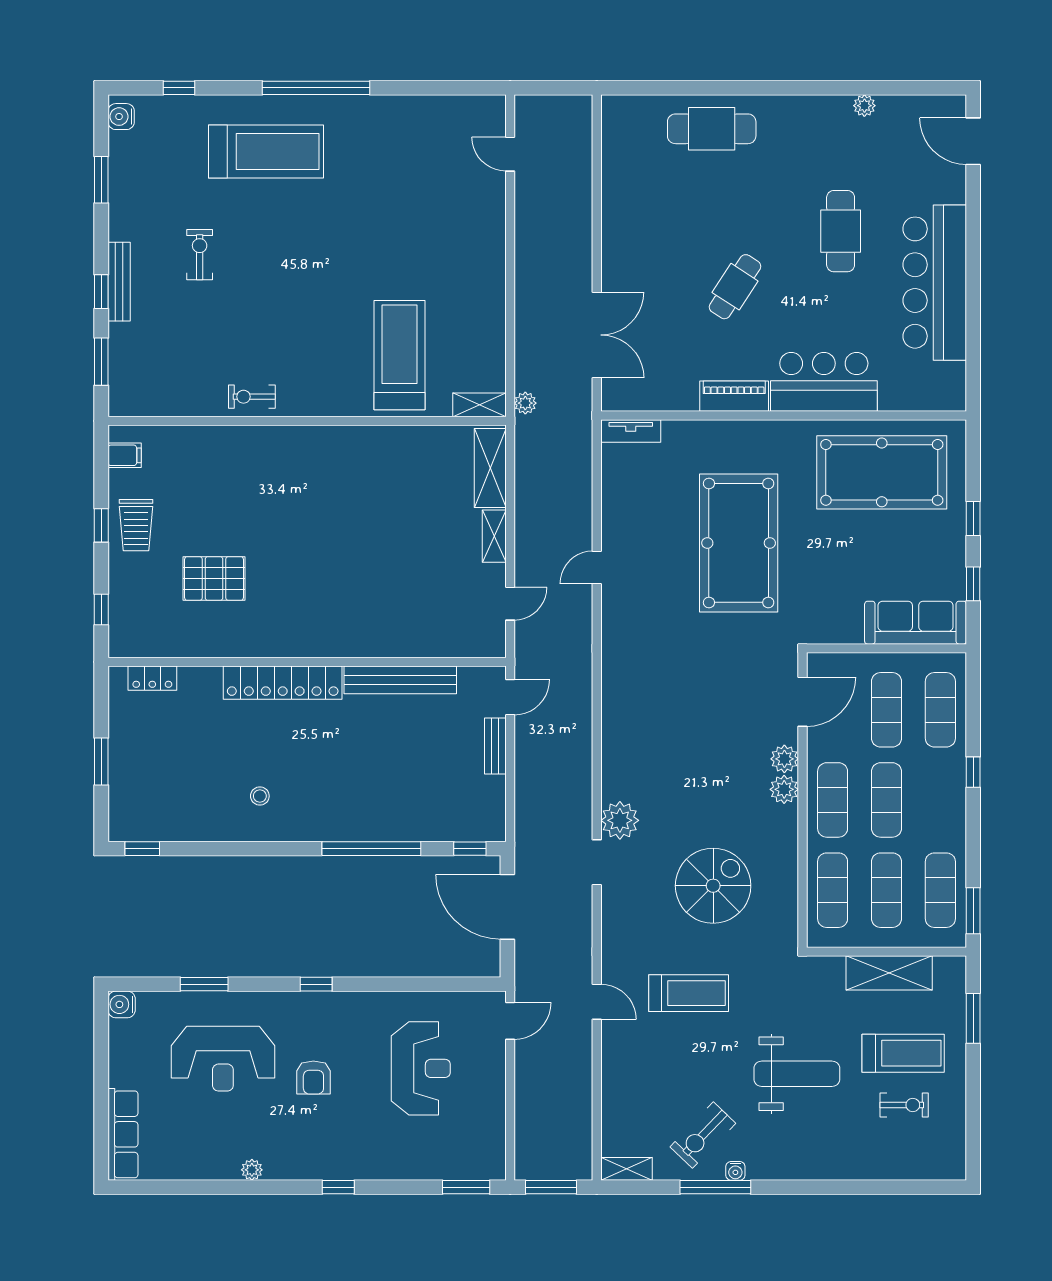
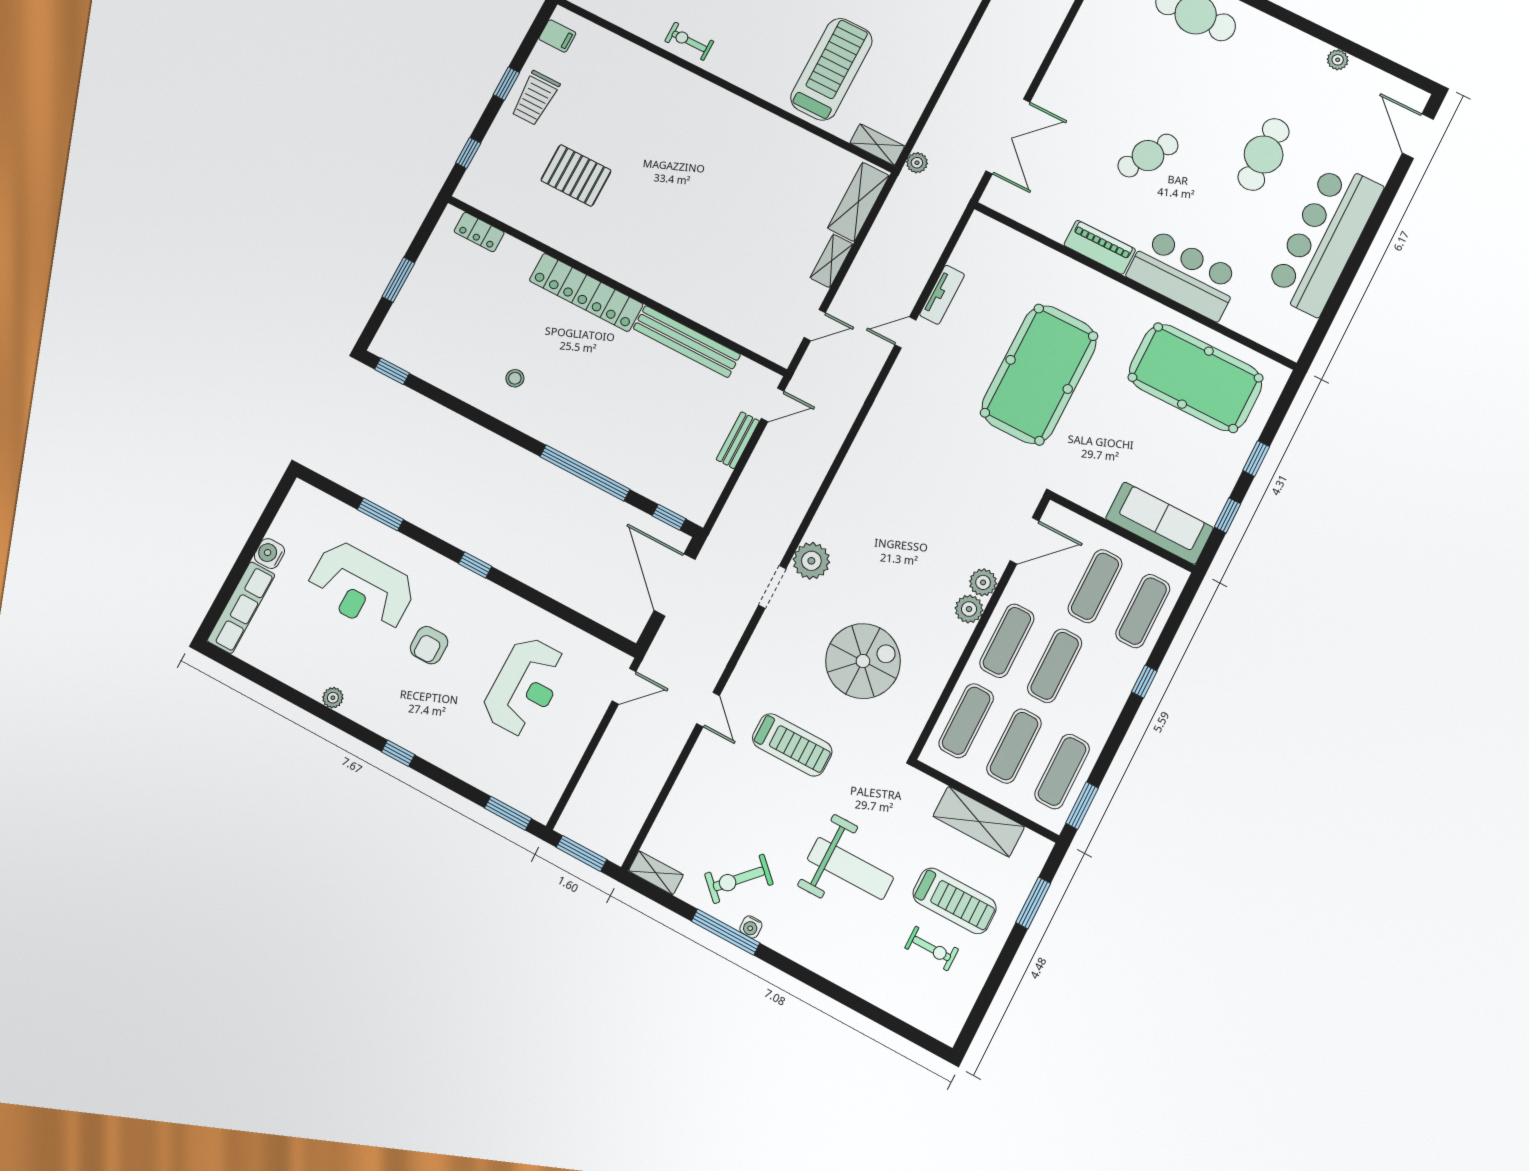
tv unit: (631, 431) -> (942, 295), moved, turned -90
water cooler: (122, 1004) -> (269, 554), moved

